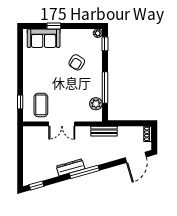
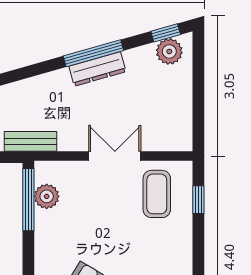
window: (105, 87) -> (28, 200), moved
window: (84, 172) -> (93, 53), moved
plant: (35, 176) -> (169, 51), added

